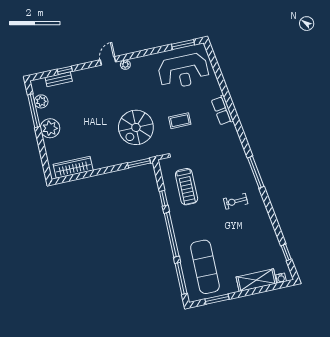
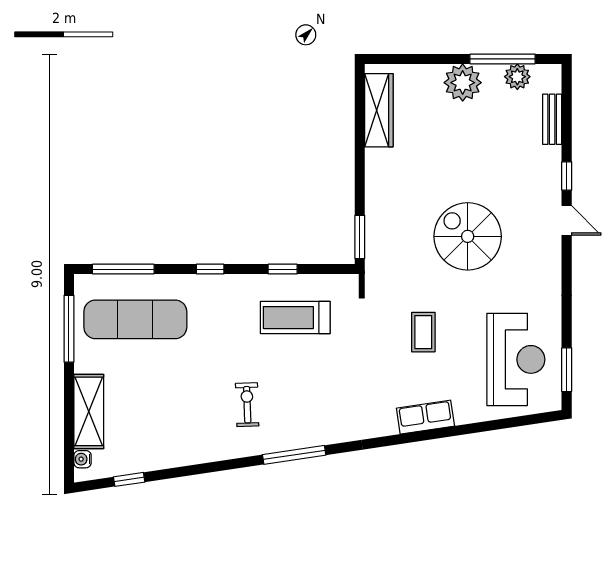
plant: (125, 65) -> (552, 252), removed
window: (65, 70) -> (567, 176), moved
reception desk: (183, 71) -> (516, 359), turned 180
spiral stairs: (136, 127) -> (468, 236), moved
window: (172, 235) -> (210, 269), width x0.32
window: (217, 299) -> (69, 329), width x1.44

